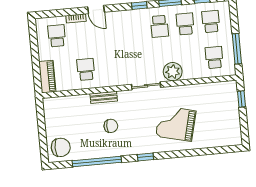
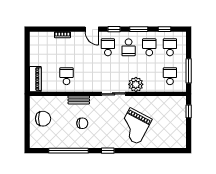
door: (96, 9) -> (92, 29), moved
school desk: (57, 36) -> (108, 47), moved
grand piano: (176, 124) -> (134, 126), turned -76
chair: (61, 147) -> (43, 119), moved

